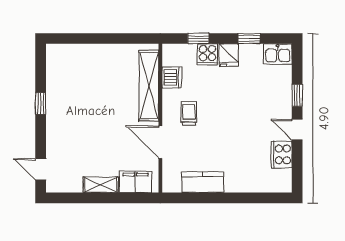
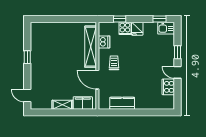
window: (249, 38) -> (160, 19), moved

